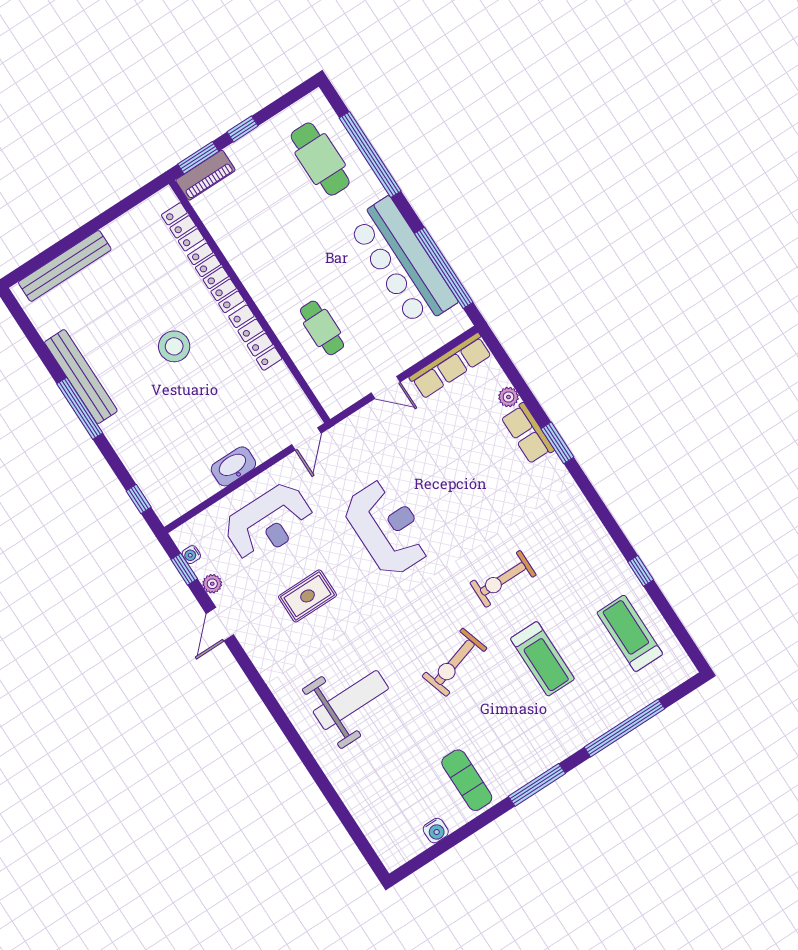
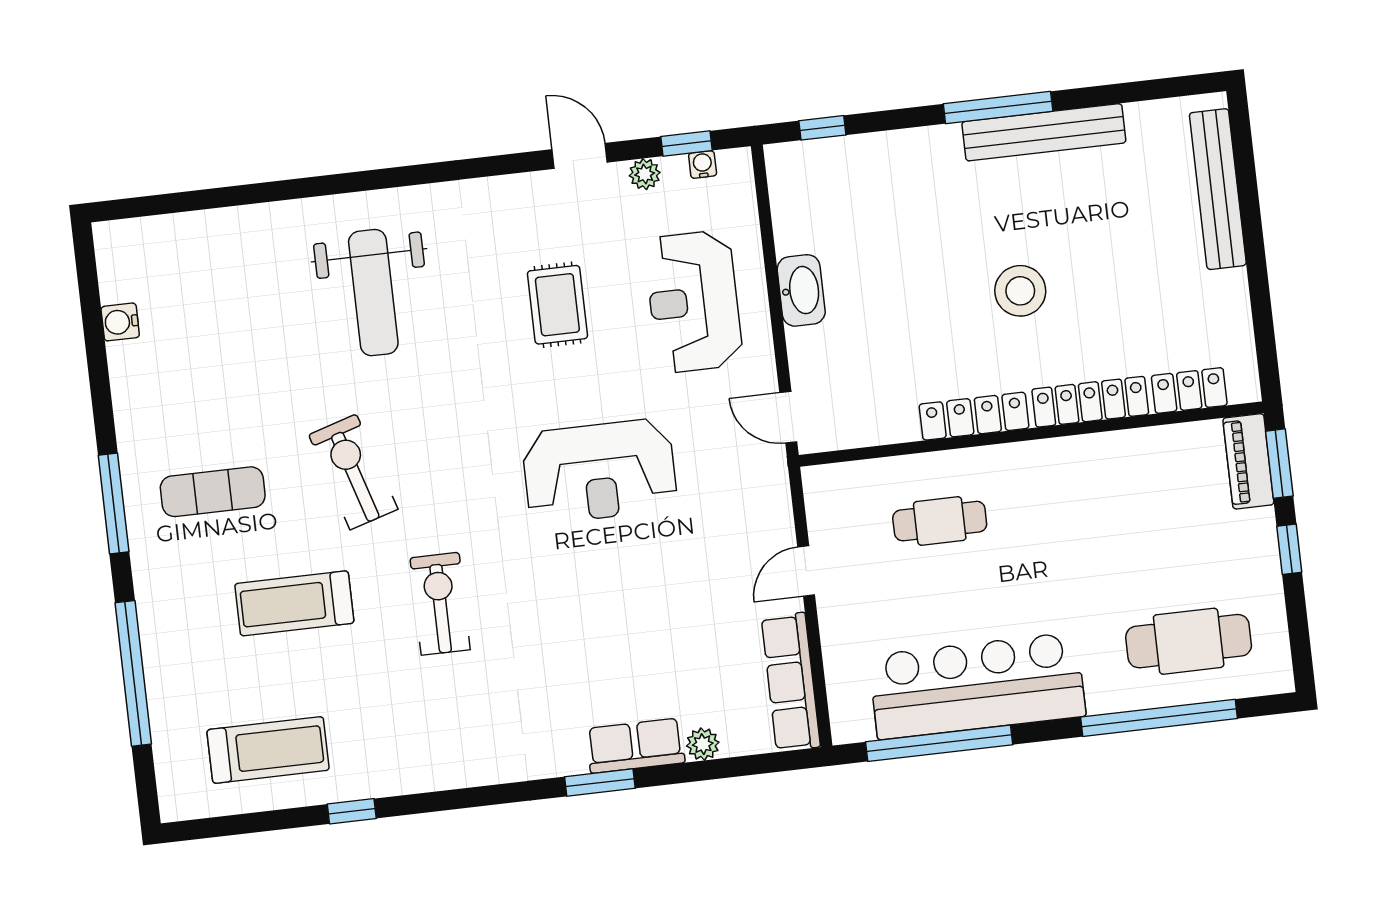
exercise mat: (467, 780) -> (213, 492), moved

